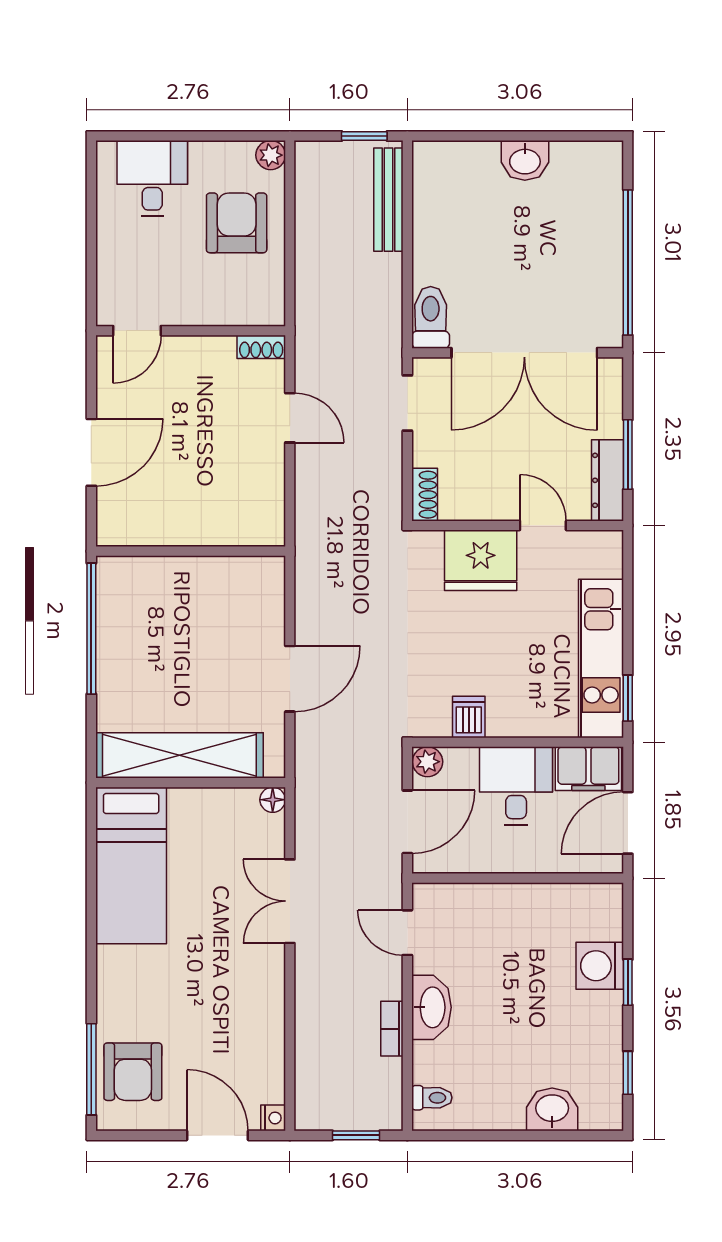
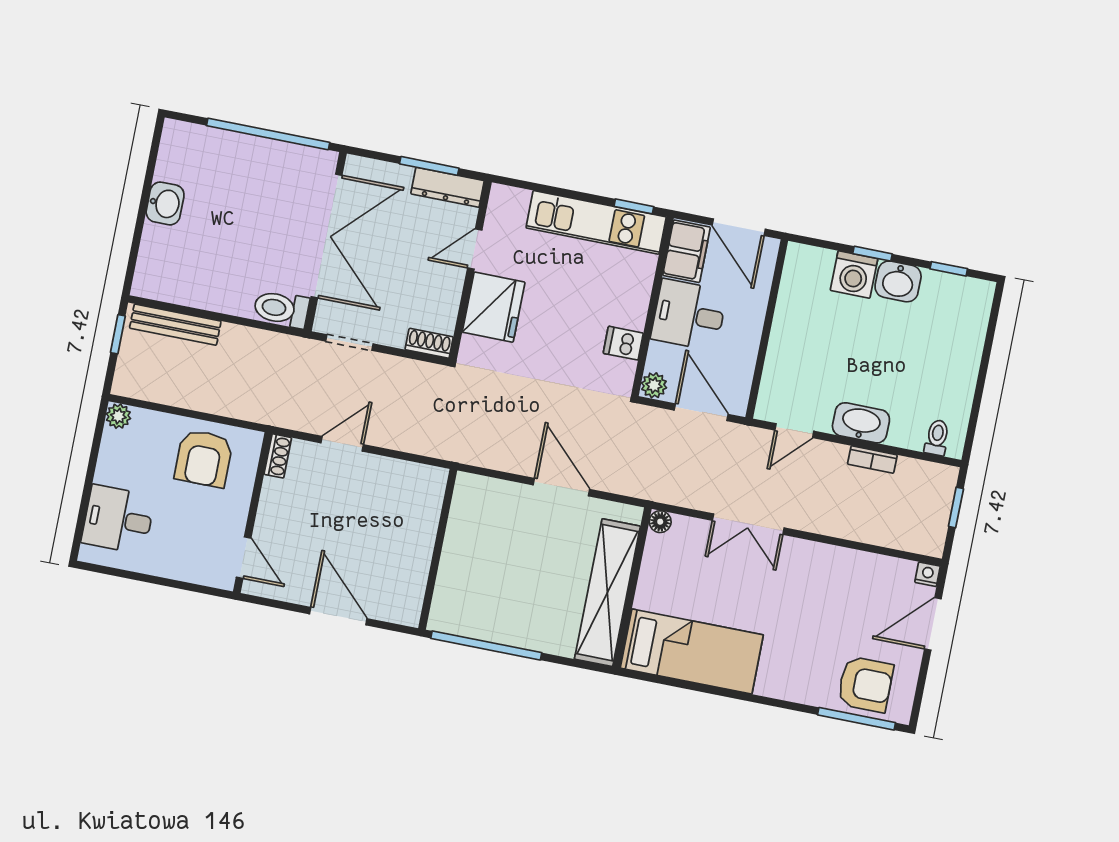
armchair: (237, 223) -> (204, 458), moved, turned -90
washbasin: (552, 1109) -> (898, 281), moved, turned -90

